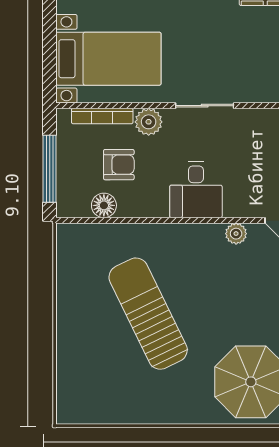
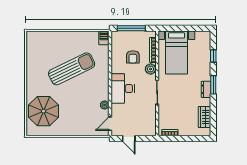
desk: (196, 190) -> (123, 88), width x1.37
floor lamp: (104, 205) -> (116, 51), removed
barbecue: (73, 235) -> (104, 38), added

